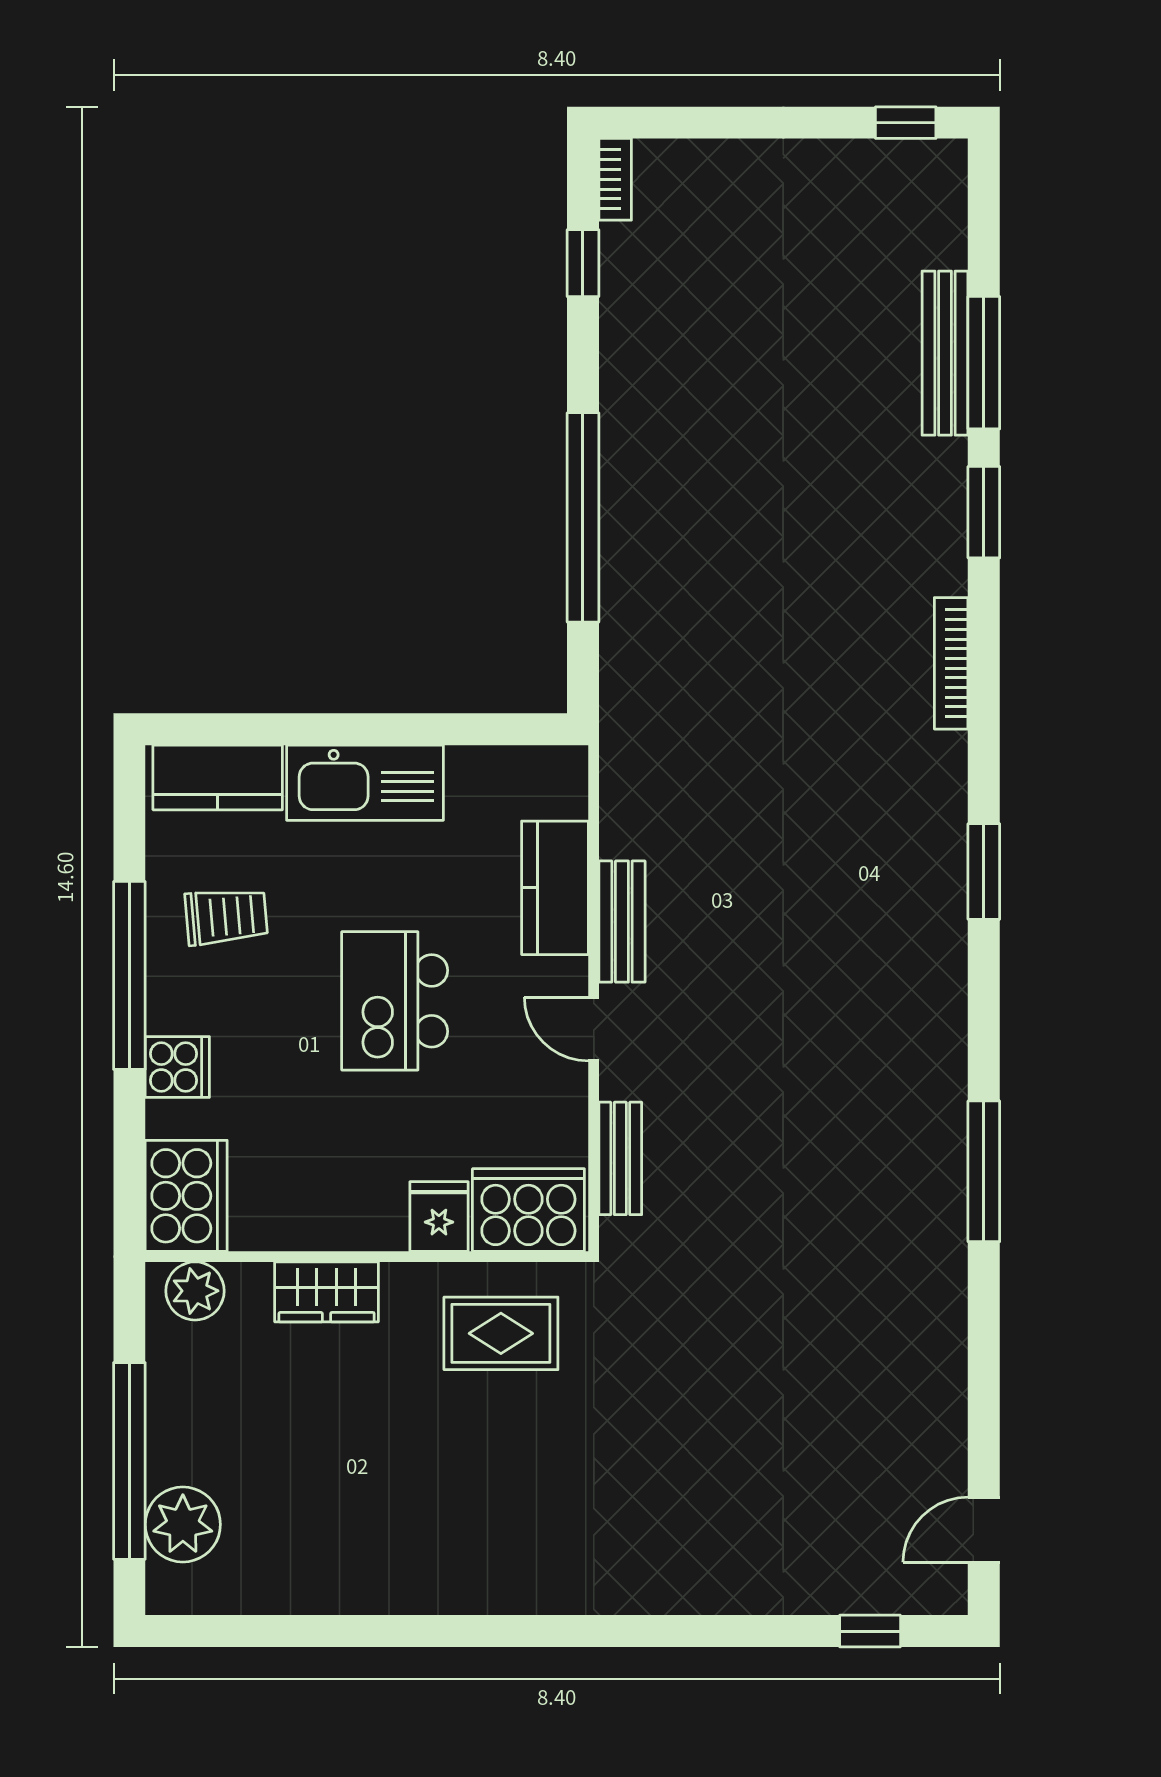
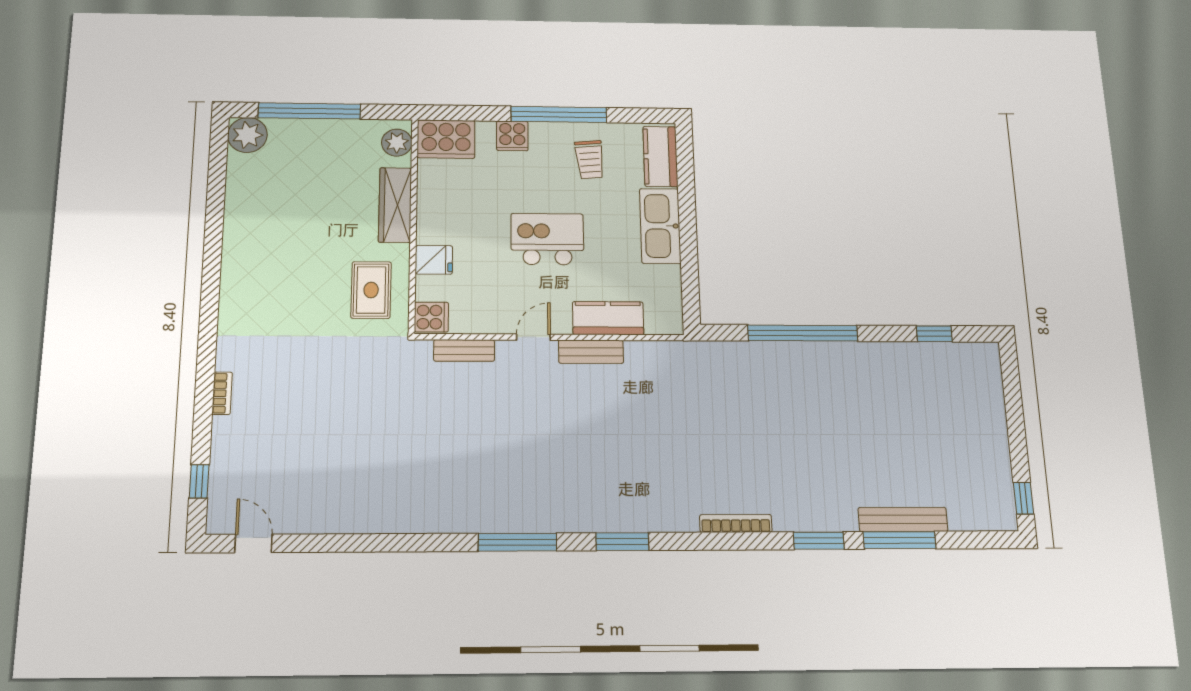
bookcase: (615, 179) -> (222, 393), moved, turned -90
window: (984, 1171) -> (518, 542), moved
cooker: (528, 1210) -> (431, 317), width x0.53, depth x0.76
wardrobe: (327, 1292) -> (395, 205), width x1.50
plant: (183, 1524) -> (247, 135), moved

